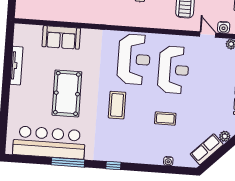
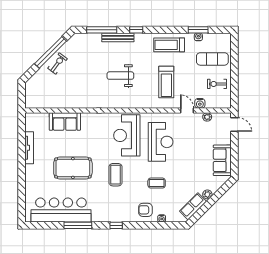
reception desk: (134, 59) -> (127, 135), turned 180
pool table: (67, 93) -> (73, 168), turned 90
armchair: (150, 149) -> (145, 210), added

